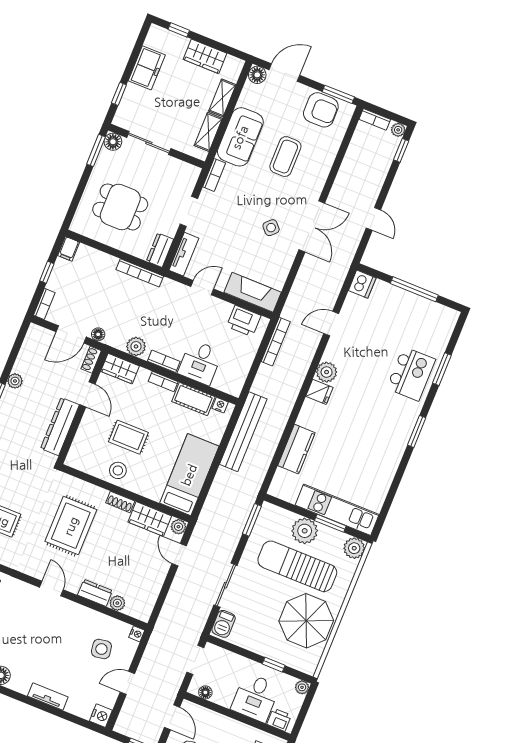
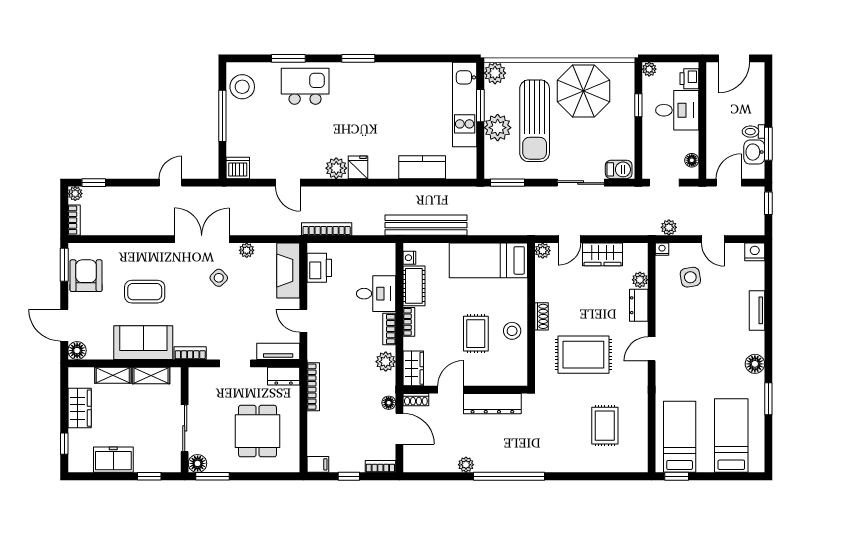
plant: (286, 262) -> (247, 250), added
stool: (433, 318) -> (242, 87), added
wardrobe: (150, 519) -> (602, 254), moved, turned 90
plant: (154, 648) -> (669, 227), added

